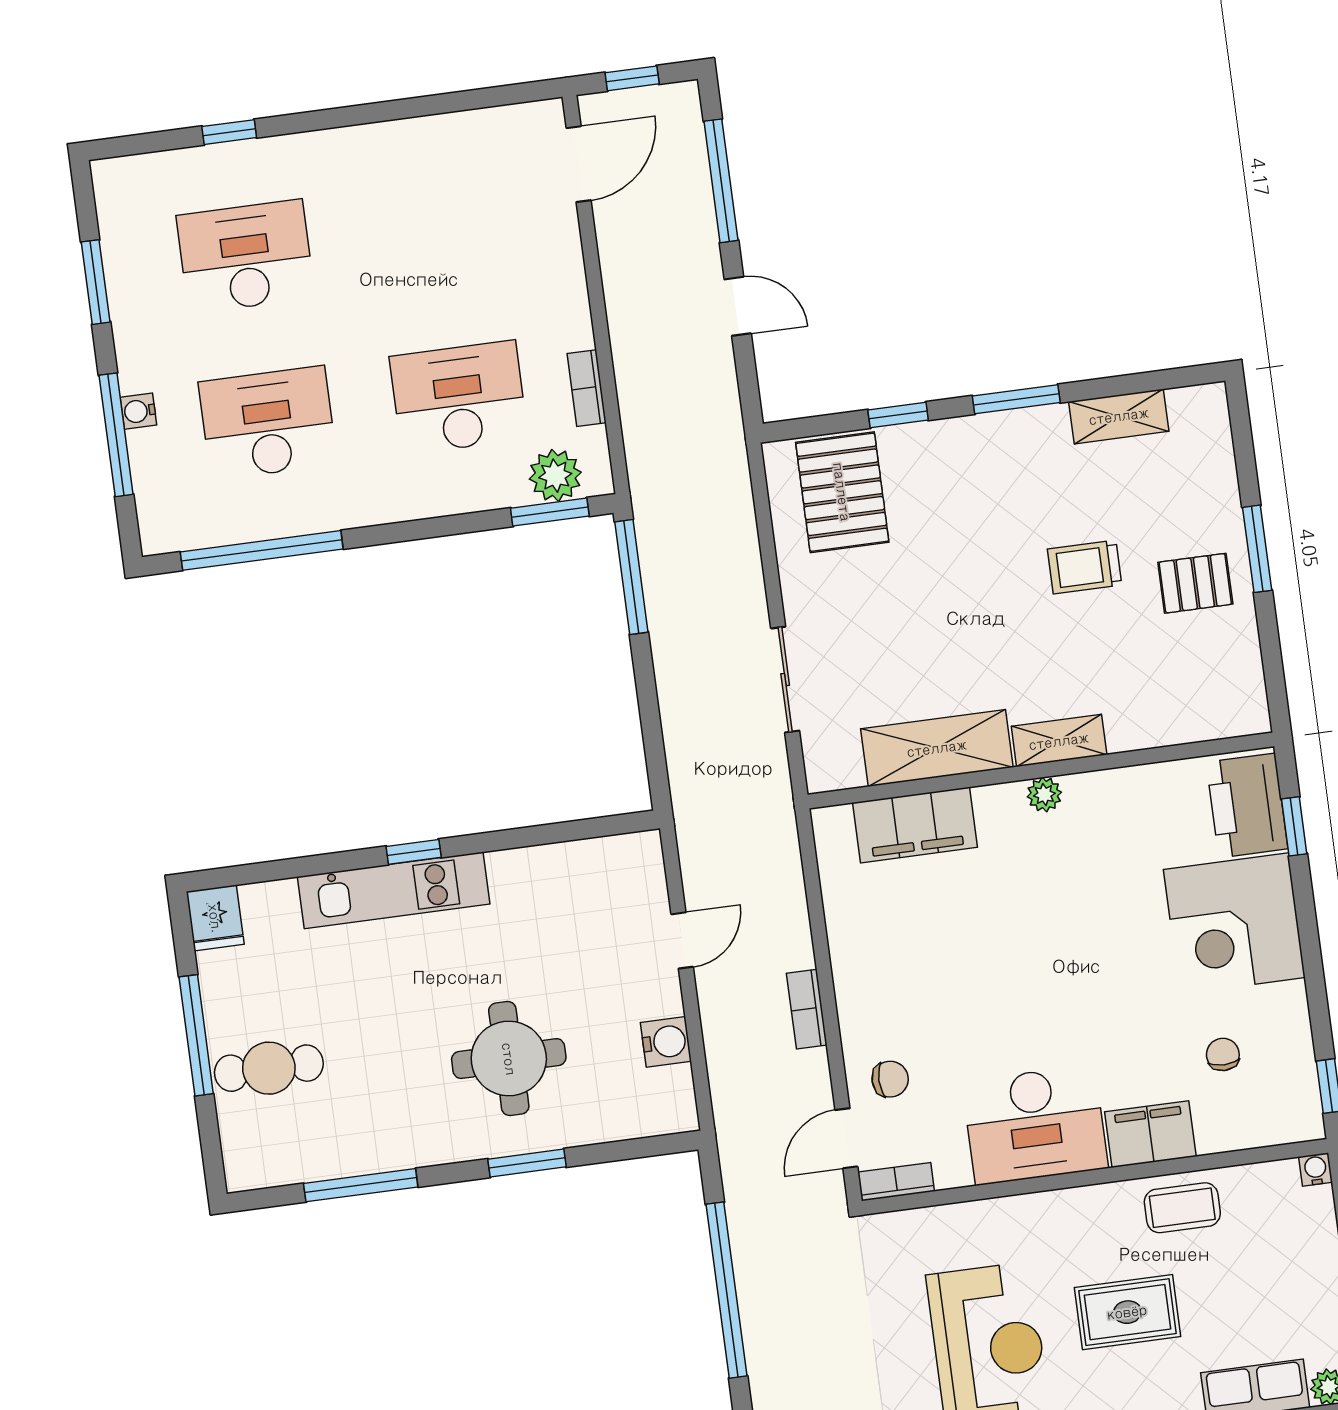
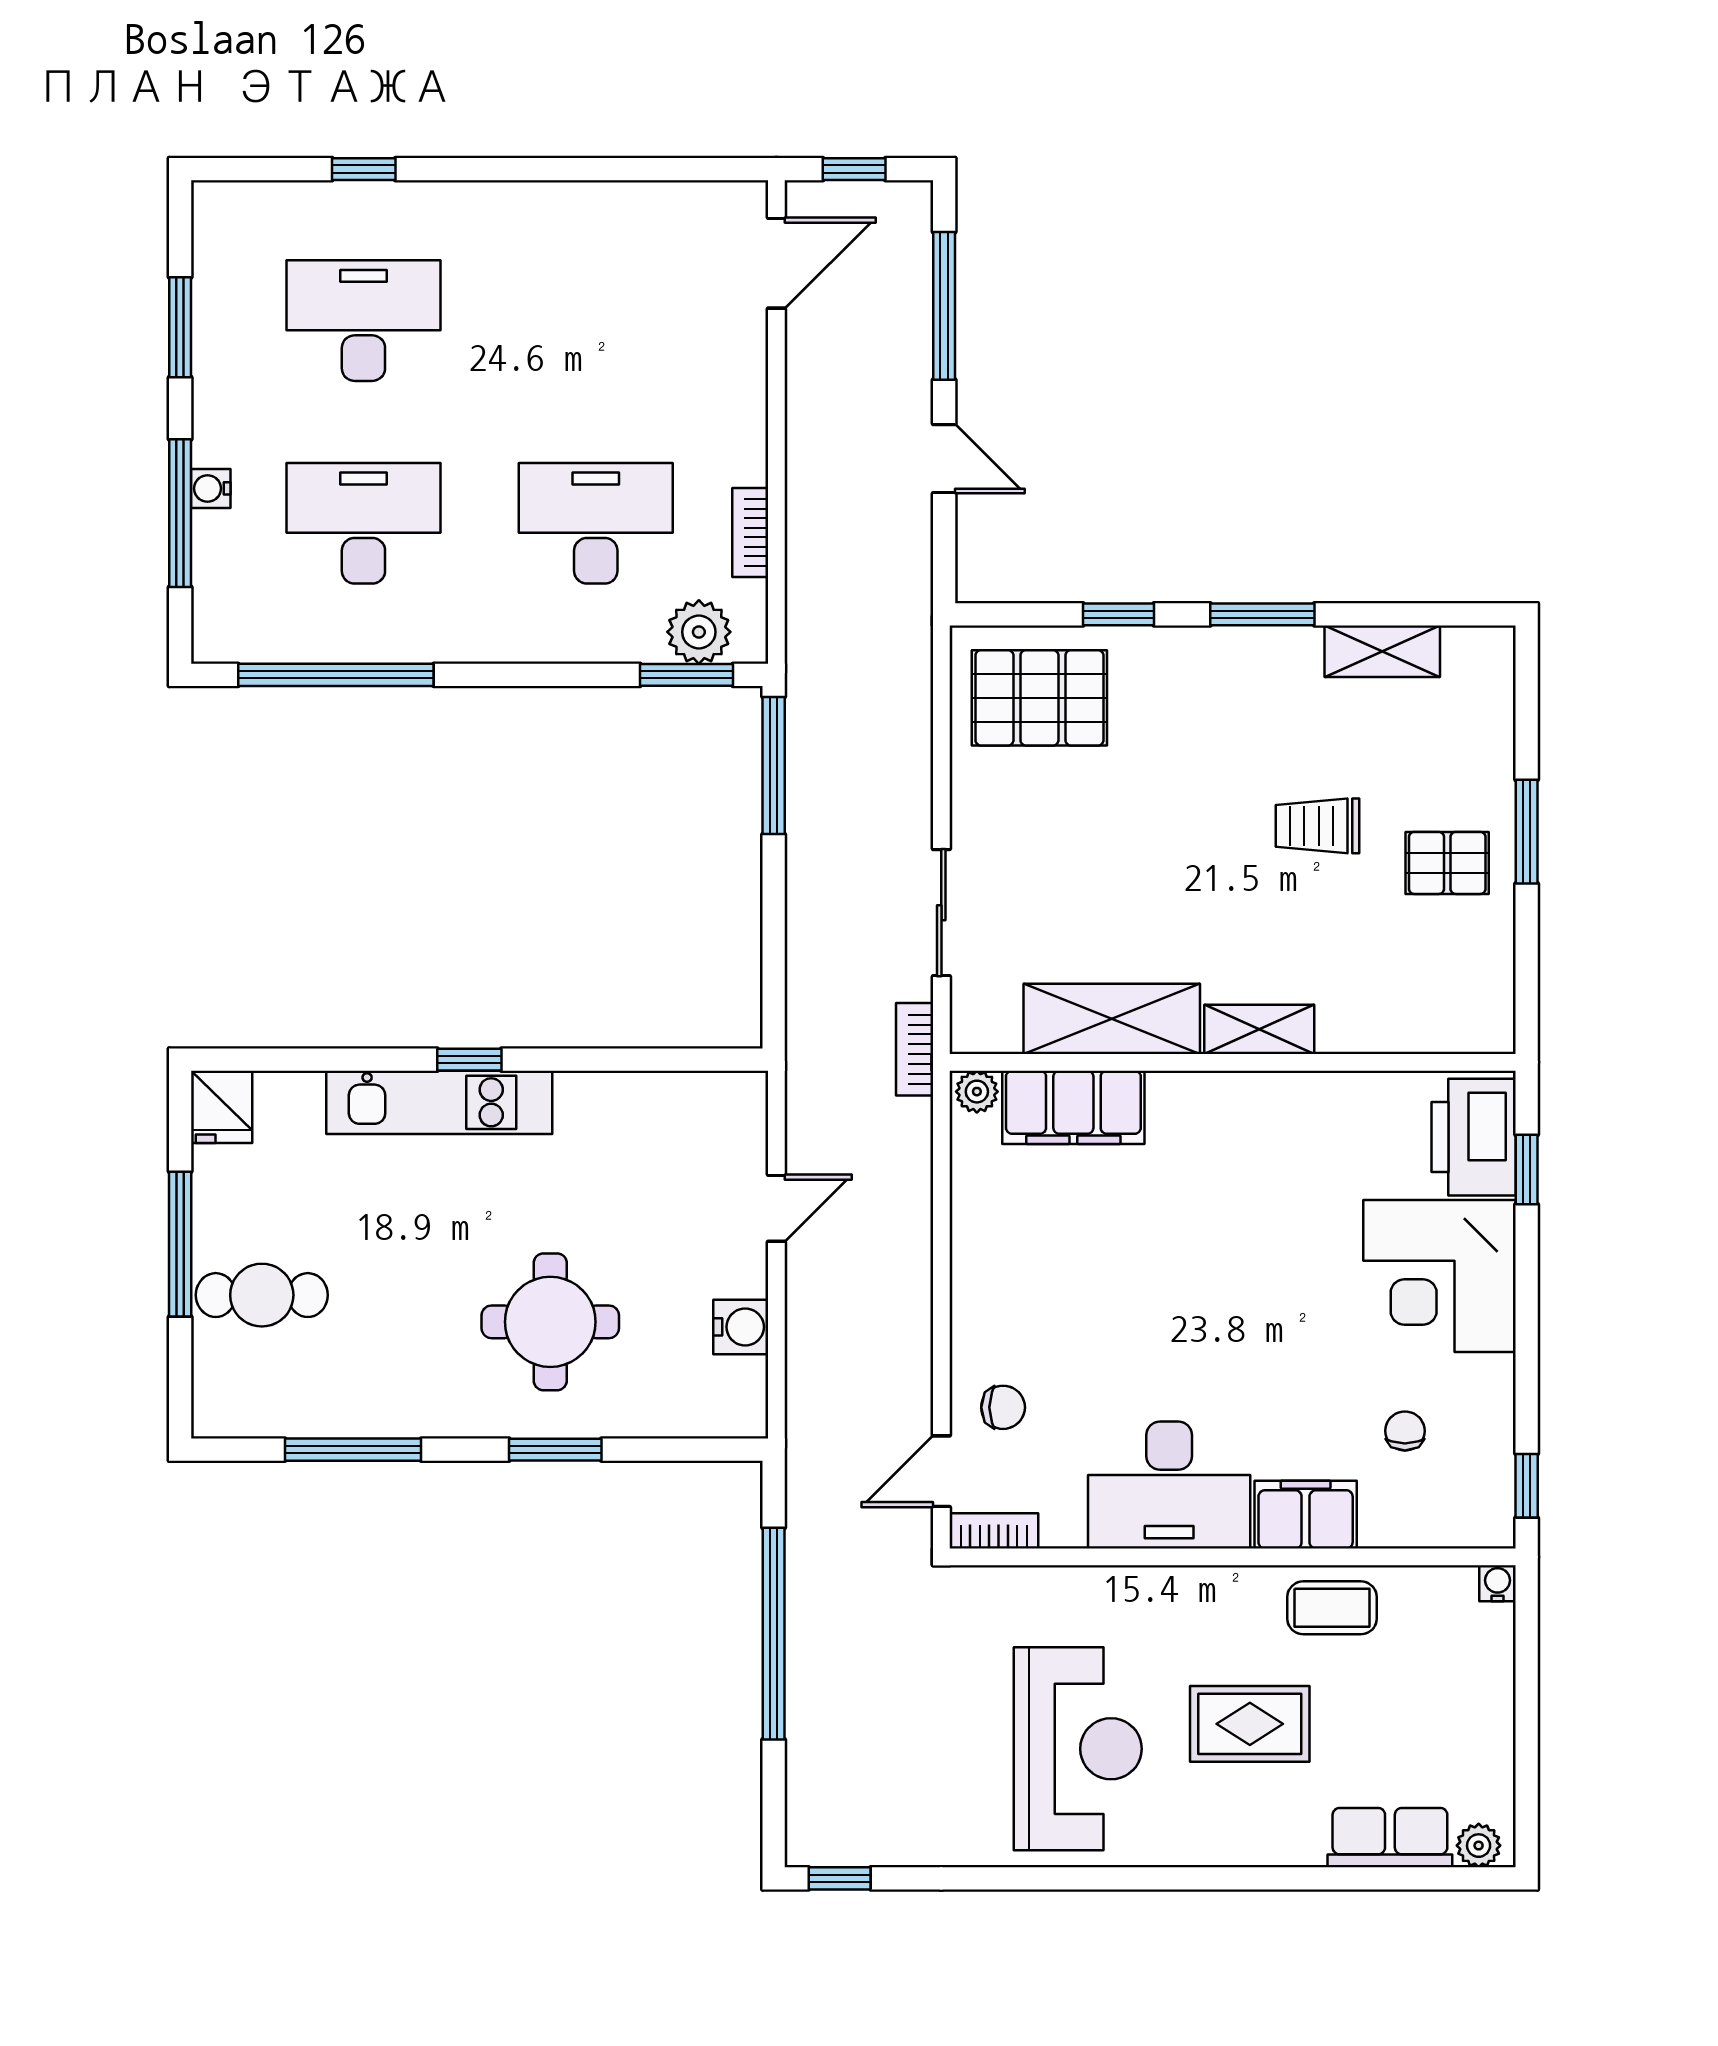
pallet: (842, 492) -> (1039, 698), turned 90
plant: (1044, 795) -> (977, 1092), moved
bookcase: (807, 1009) -> (915, 1049), moved

